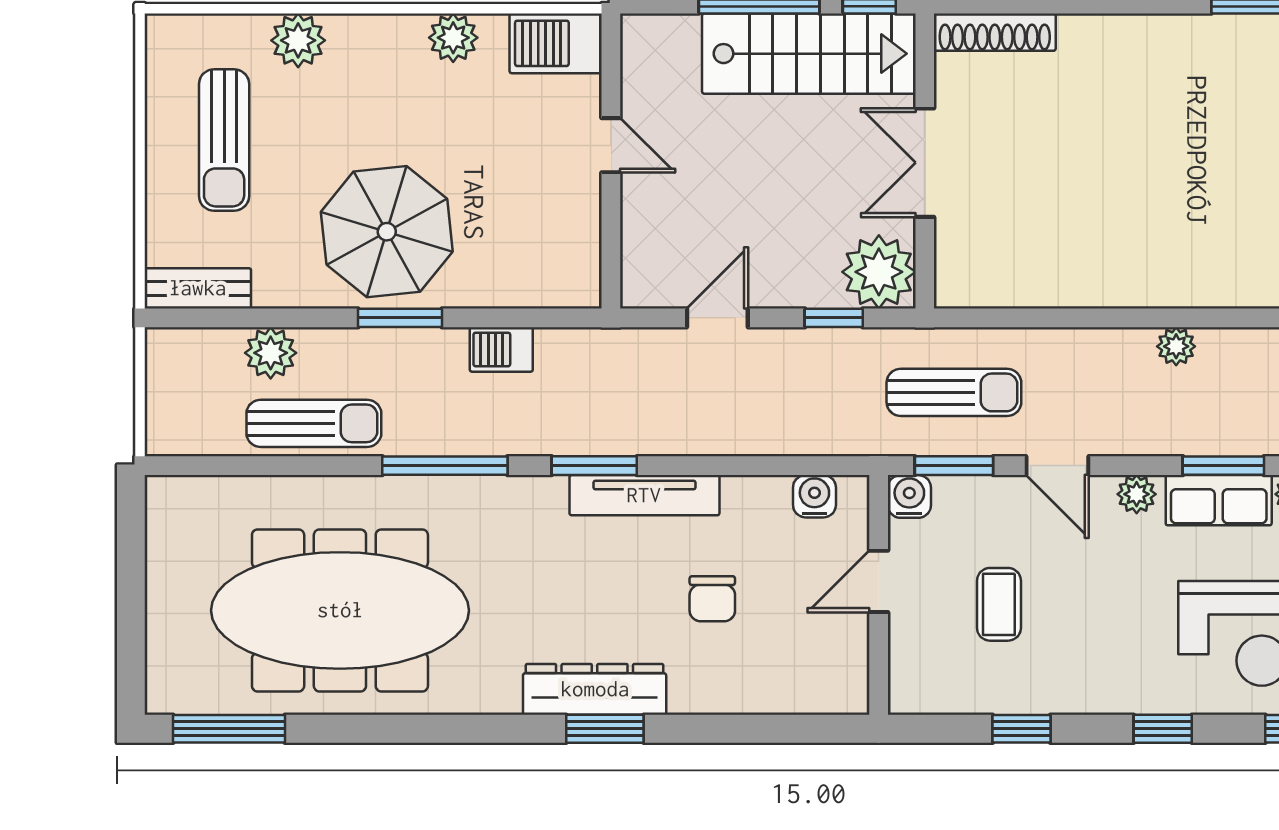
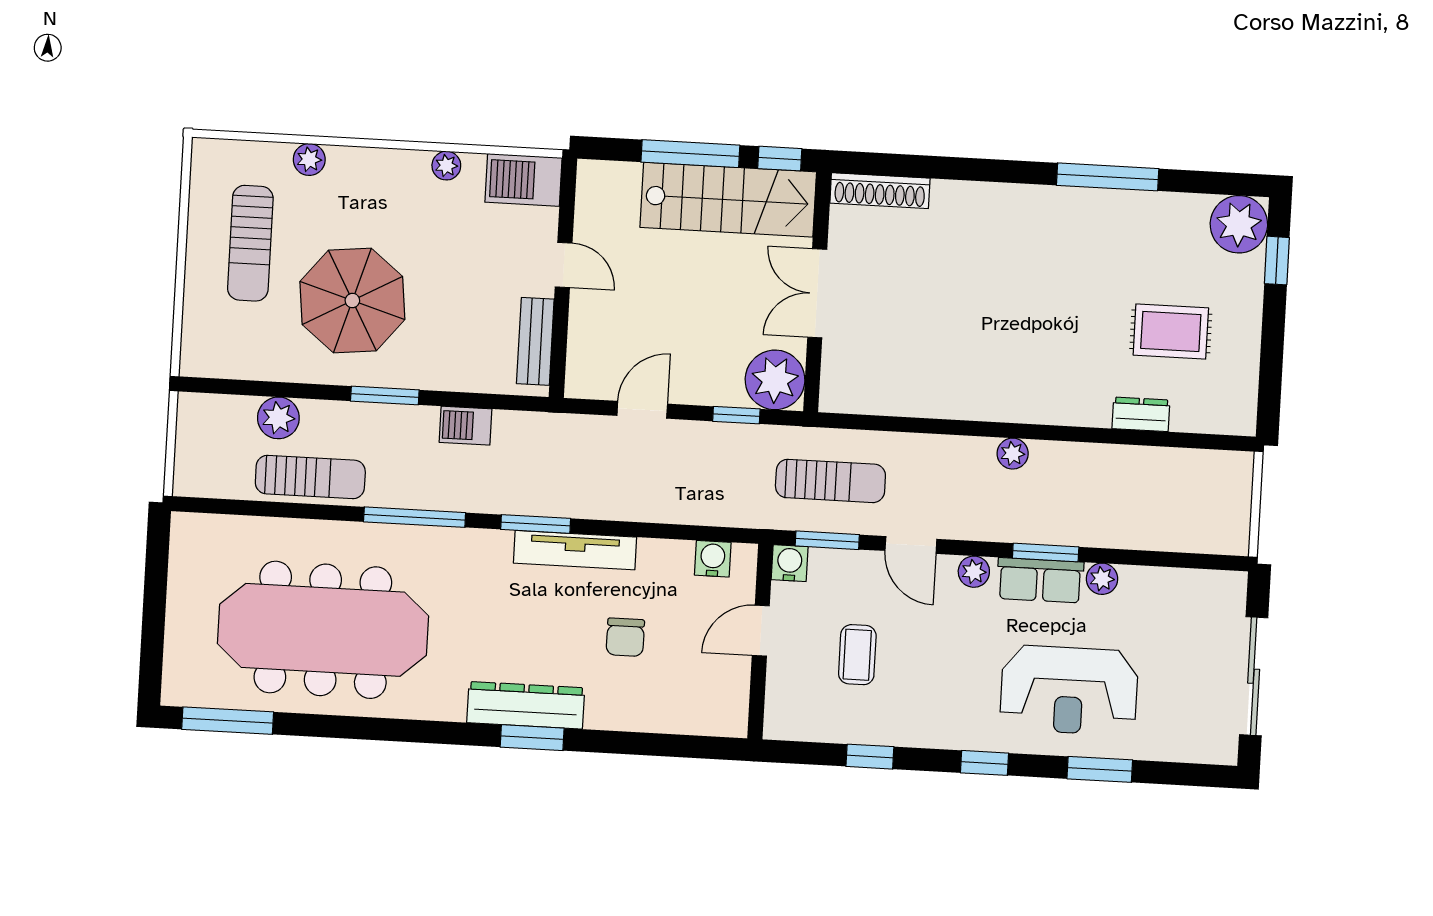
plant: (453, 38) -> (446, 166), width x0.73, depth x0.73
plant: (298, 40) -> (309, 159), width x0.73, depth x0.73
parasol: (387, 232) -> (352, 301), moved
bench: (198, 288) -> (535, 341), moved, turned 90

